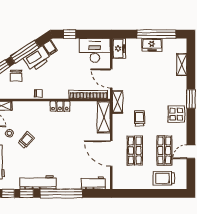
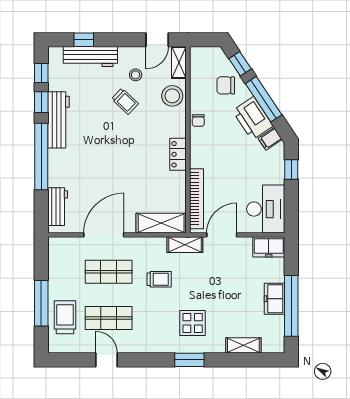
stool: (23, 110) -> (172, 96), added
display table: (176, 114) -> (193, 323), moved
window: (155, 193) -> (41, 303), added

